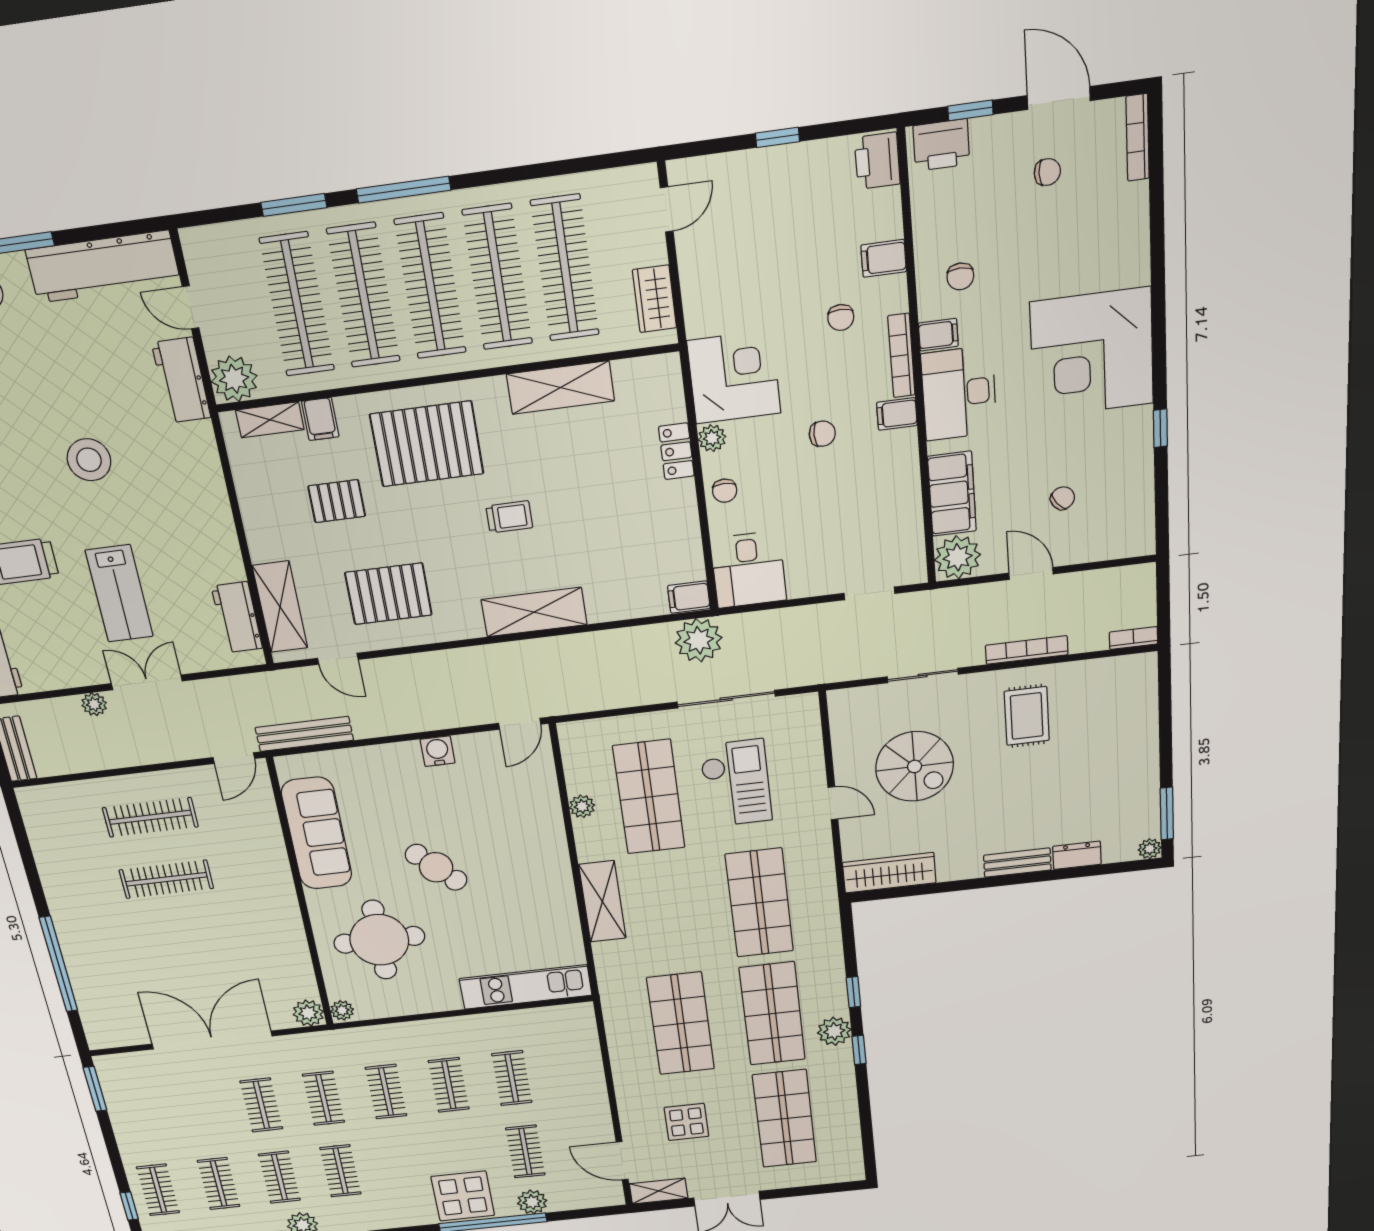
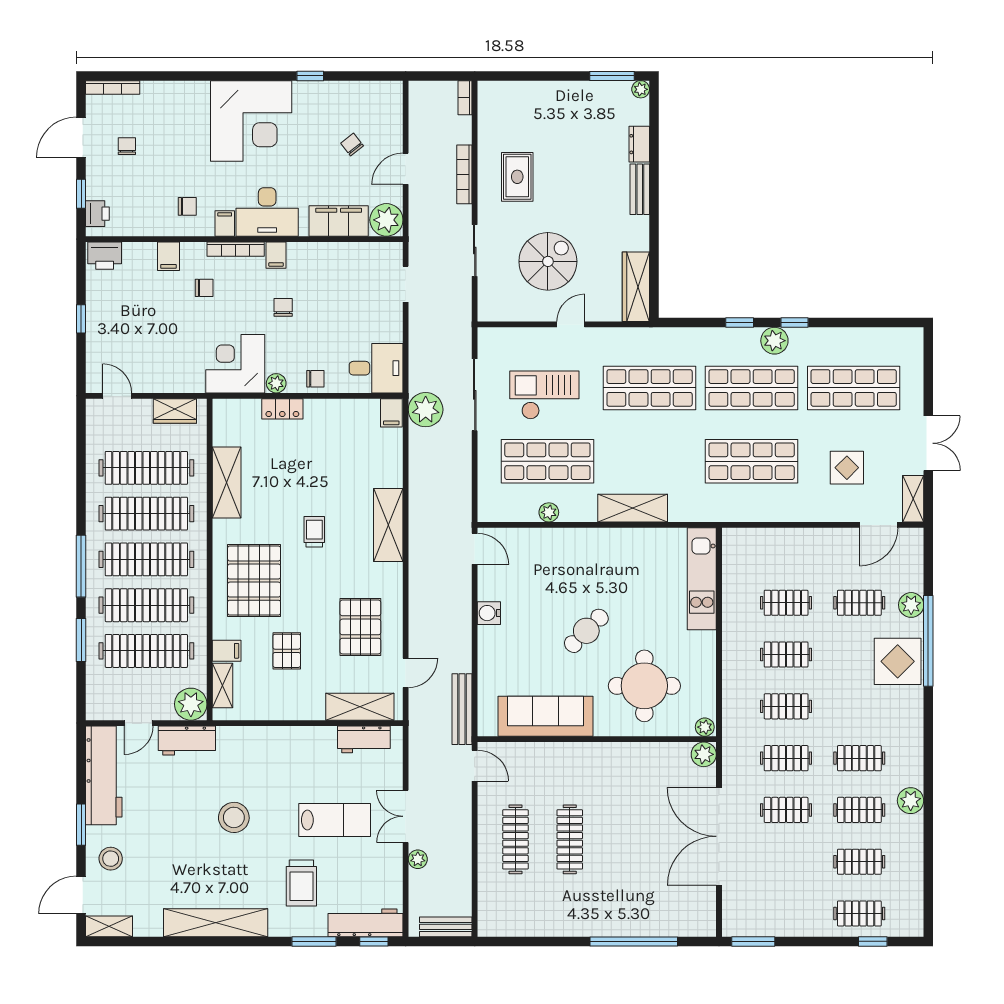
printer: (941, 145) -> (97, 214), width x0.73, depth x0.81
rug: (1027, 716) -> (517, 177), turned 90

